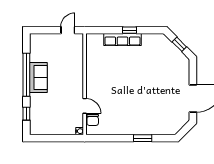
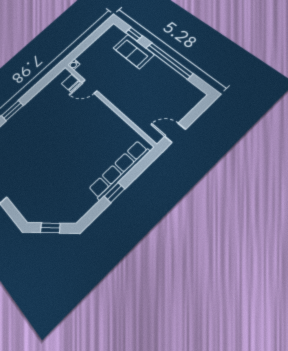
door: (68, 30) -> (175, 133), swing flipped
row of seats: (122, 40) -> (119, 170), width x1.36
sofa: (38, 78) -> (134, 51), moved

